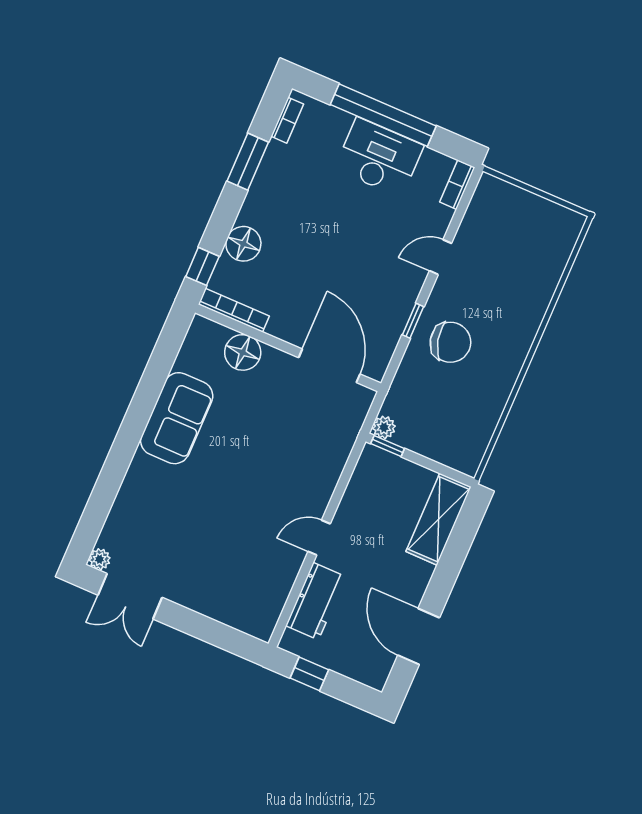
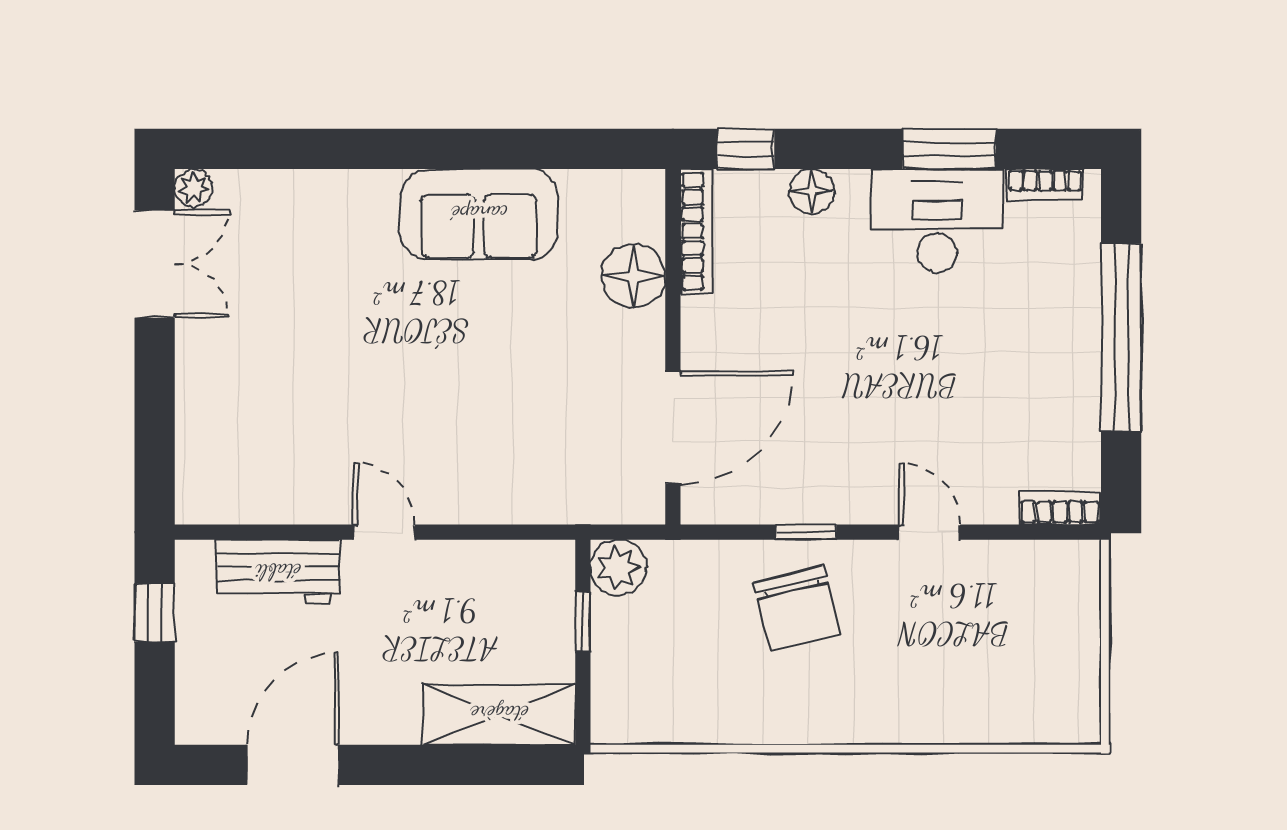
desk: (379, 157) -> (937, 221), moved, turned -90
floor lamp: (243, 244) -> (812, 192), width x0.73, depth x0.73
plant: (384, 427) -> (618, 568), width x1.38, depth x1.38
window: (388, 446) -> (583, 622), moved
double door: (130, 596) -> (155, 264), swing flipped

